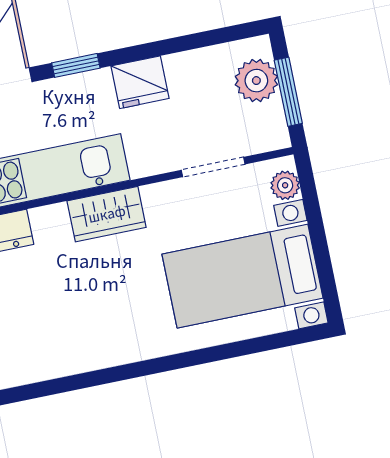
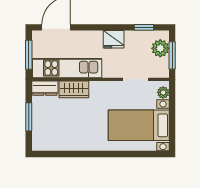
window: (76, 65) -> (144, 27), moved
wardrobe: (107, 214) -> (74, 89), moved

